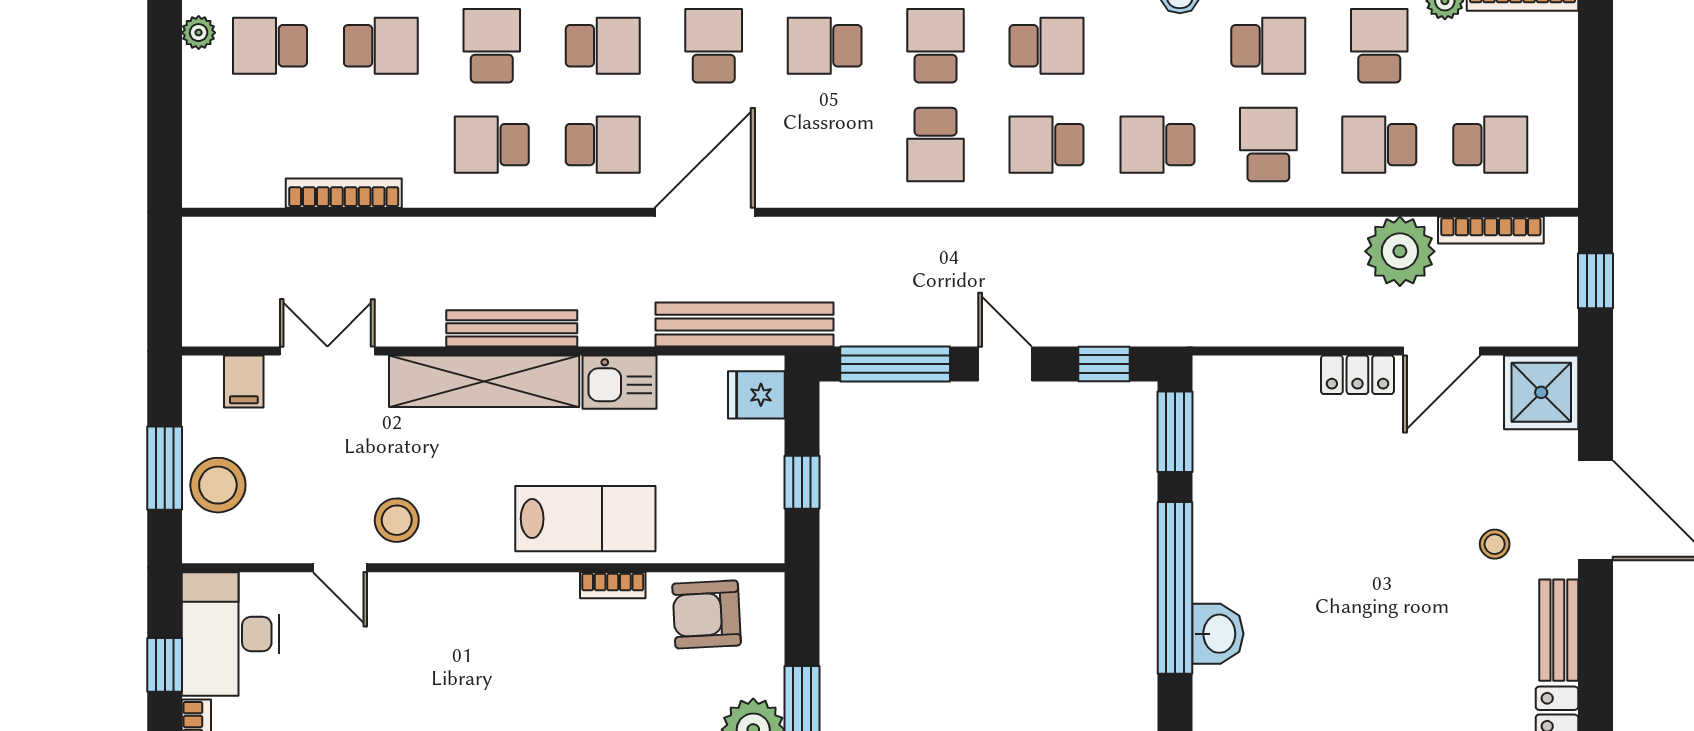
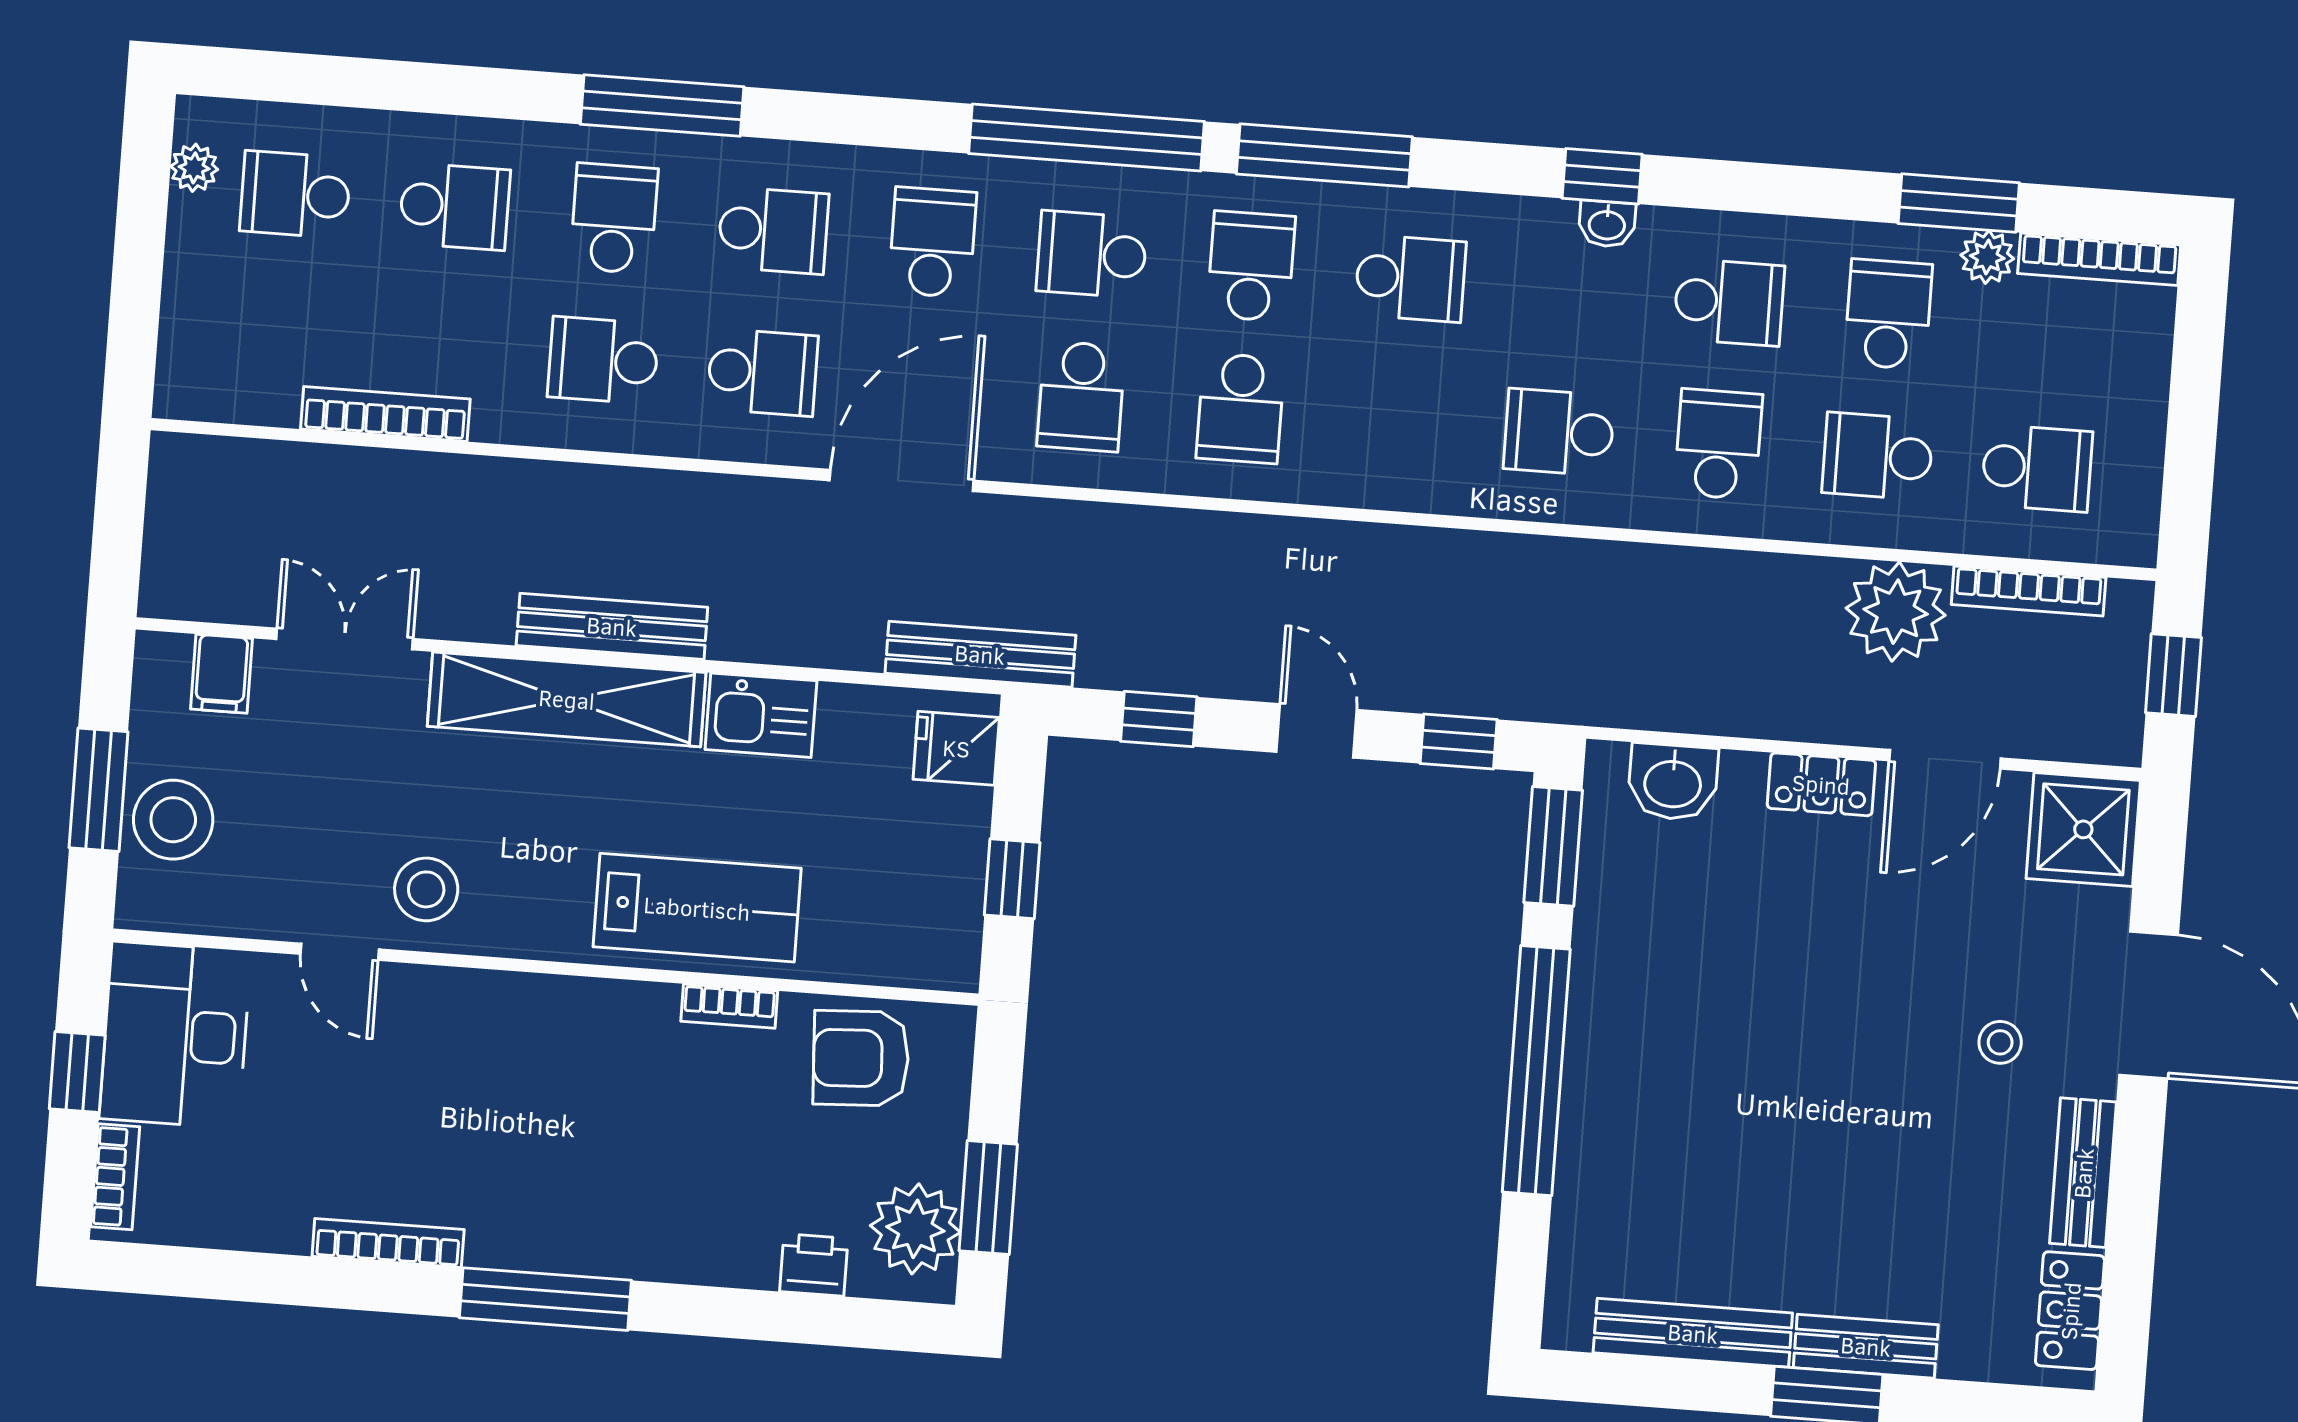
school desk: (1046, 145) -> (1081, 396), moved, turned -90
bench: (745, 325) -> (980, 654), width x0.73, depth x0.82
window: (895, 364) -> (1159, 719), width x0.46
washbasin: (1218, 634) -> (1673, 782), moved, turned 90

